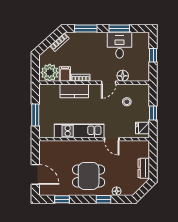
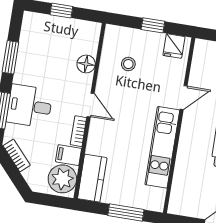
desk: (120, 45) -> (30, 106), moved
door: (109, 83) -> (91, 105), moved
kitchen counter: (74, 91) -> (92, 178), moved

